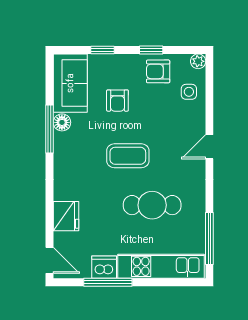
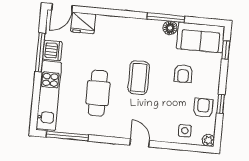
window: (102, 50) -> (226, 50), moved
armchair: (117, 101) -> (183, 74), turned -90
fridge: (66, 216) -> (83, 23), moved

